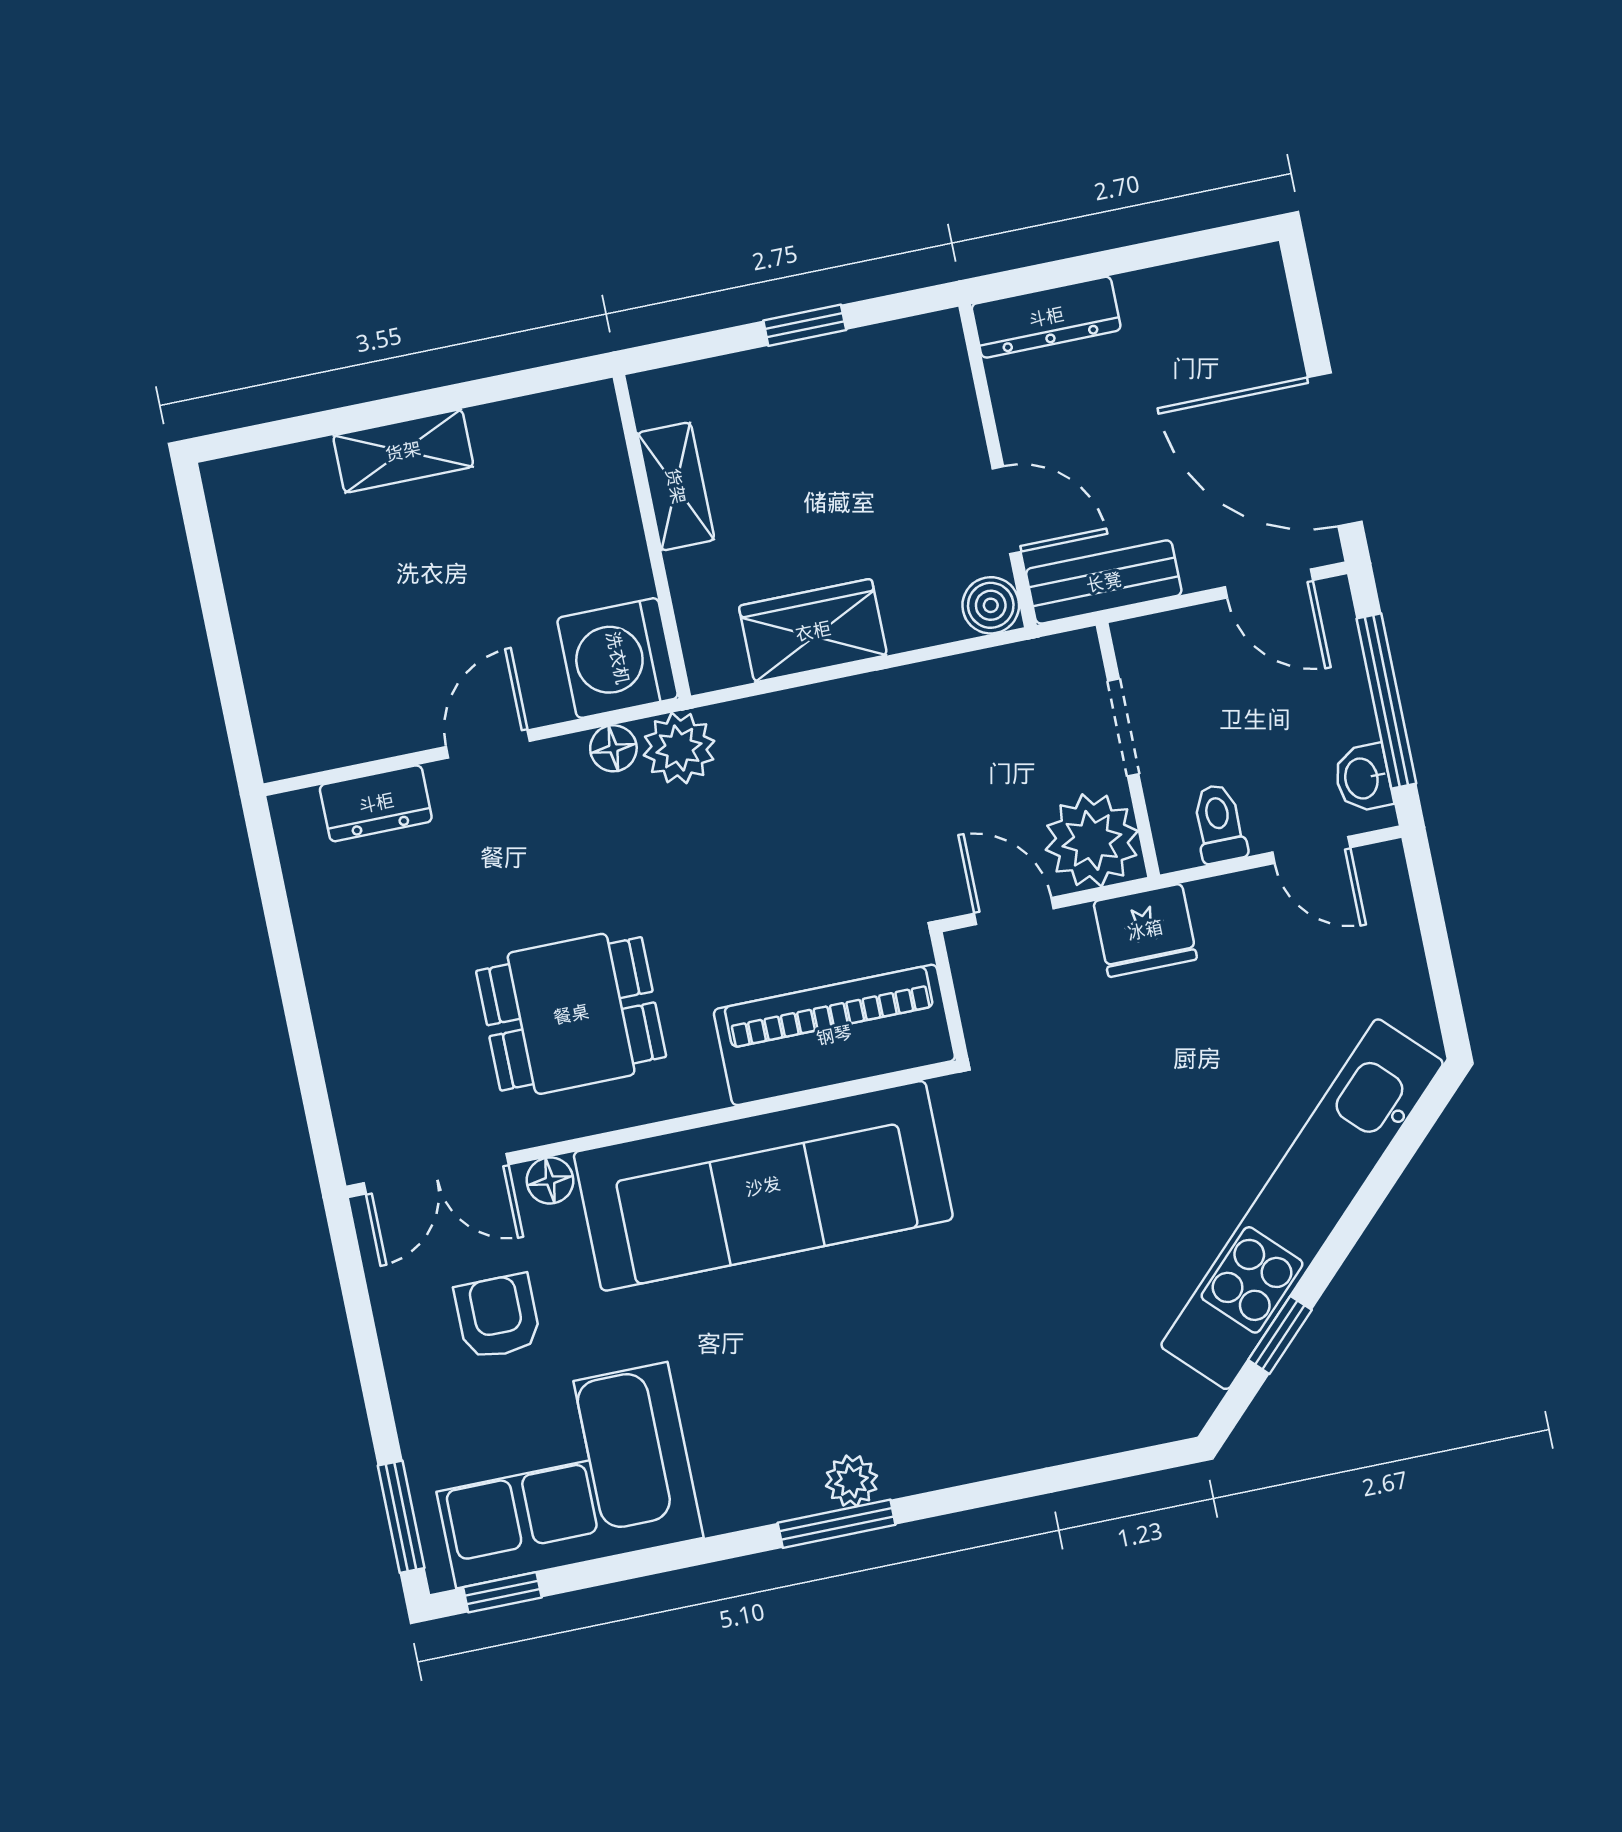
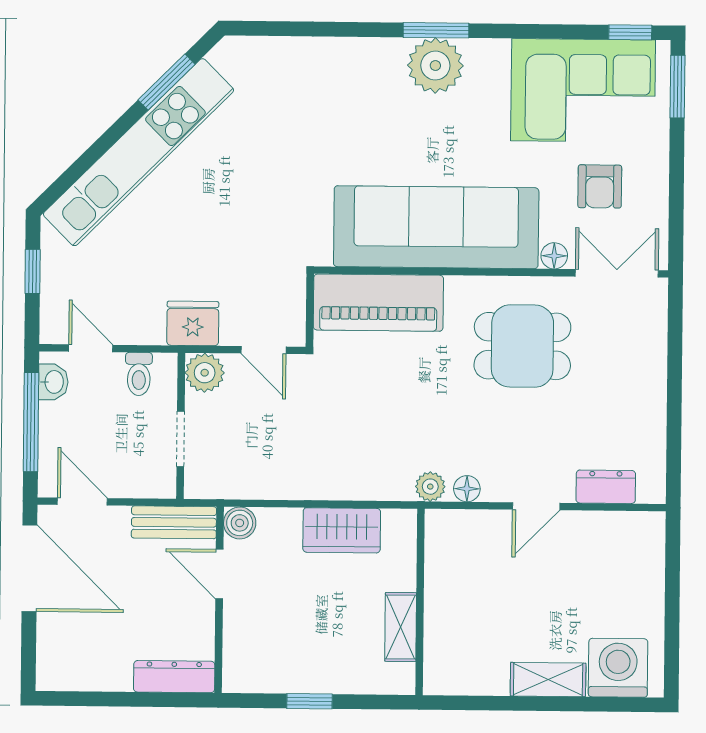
washing machine: (618, 658) -> (618, 668), moved, turned -90
plant: (679, 748) -> (430, 487), width x0.73, depth x0.73
plant: (1092, 840) -> (205, 373), width x0.73, depth x0.73
window: (1439, 960) -> (33, 272), added
window: (1280, 1335) -> (167, 82), width x1.50
plant: (852, 1481) -> (435, 66), width x1.87, depth x1.87

